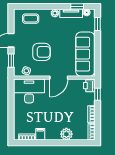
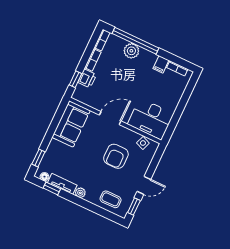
armchair: (41, 52) -> (116, 156), turned -90
sofa: (85, 54) -> (71, 124), width x0.73
window: (11, 61) -> (134, 206), moved
printer: (89, 86) -> (87, 78), moved
window: (67, 143) -> (135, 41), added

